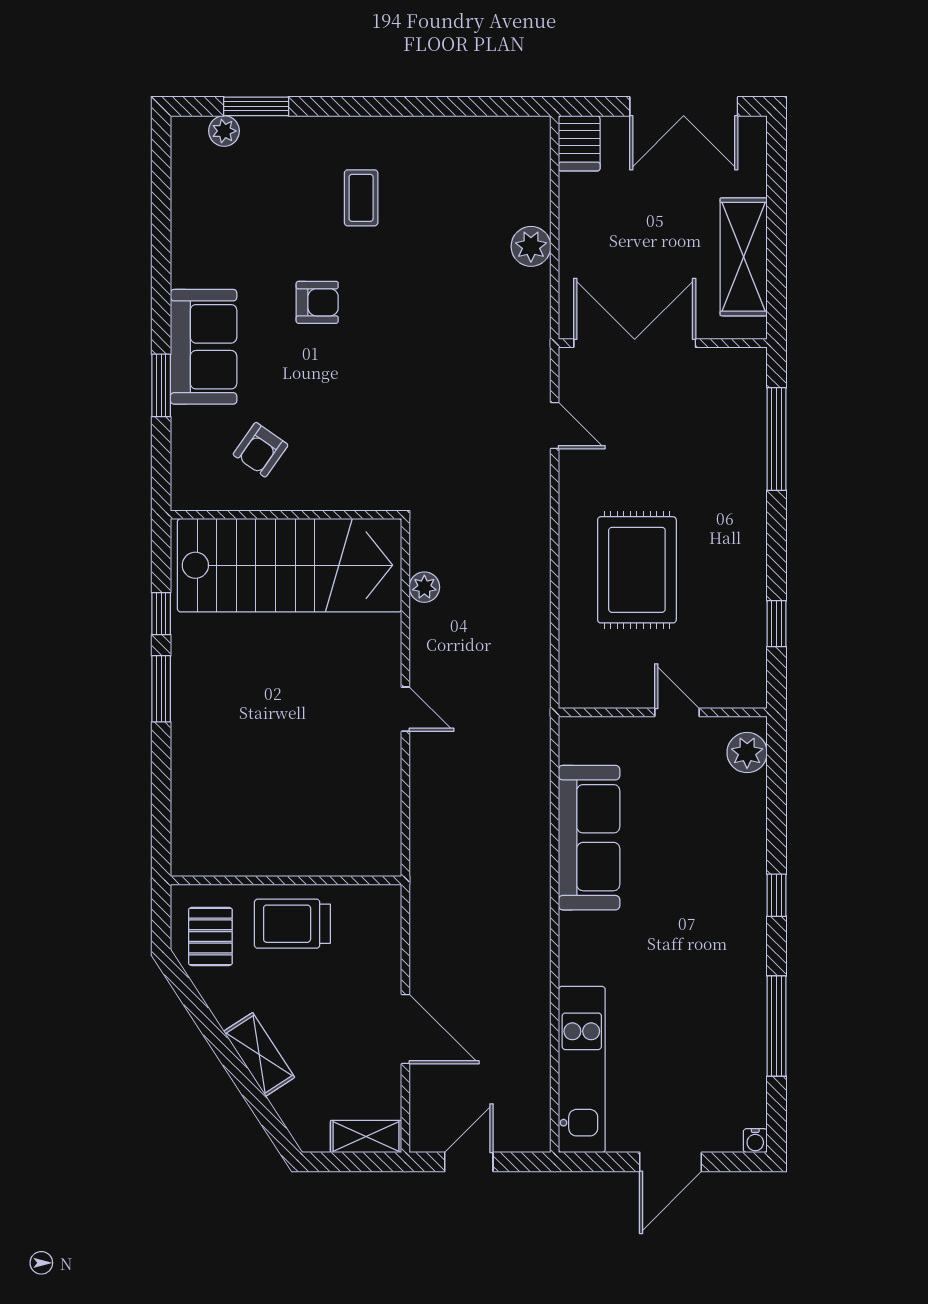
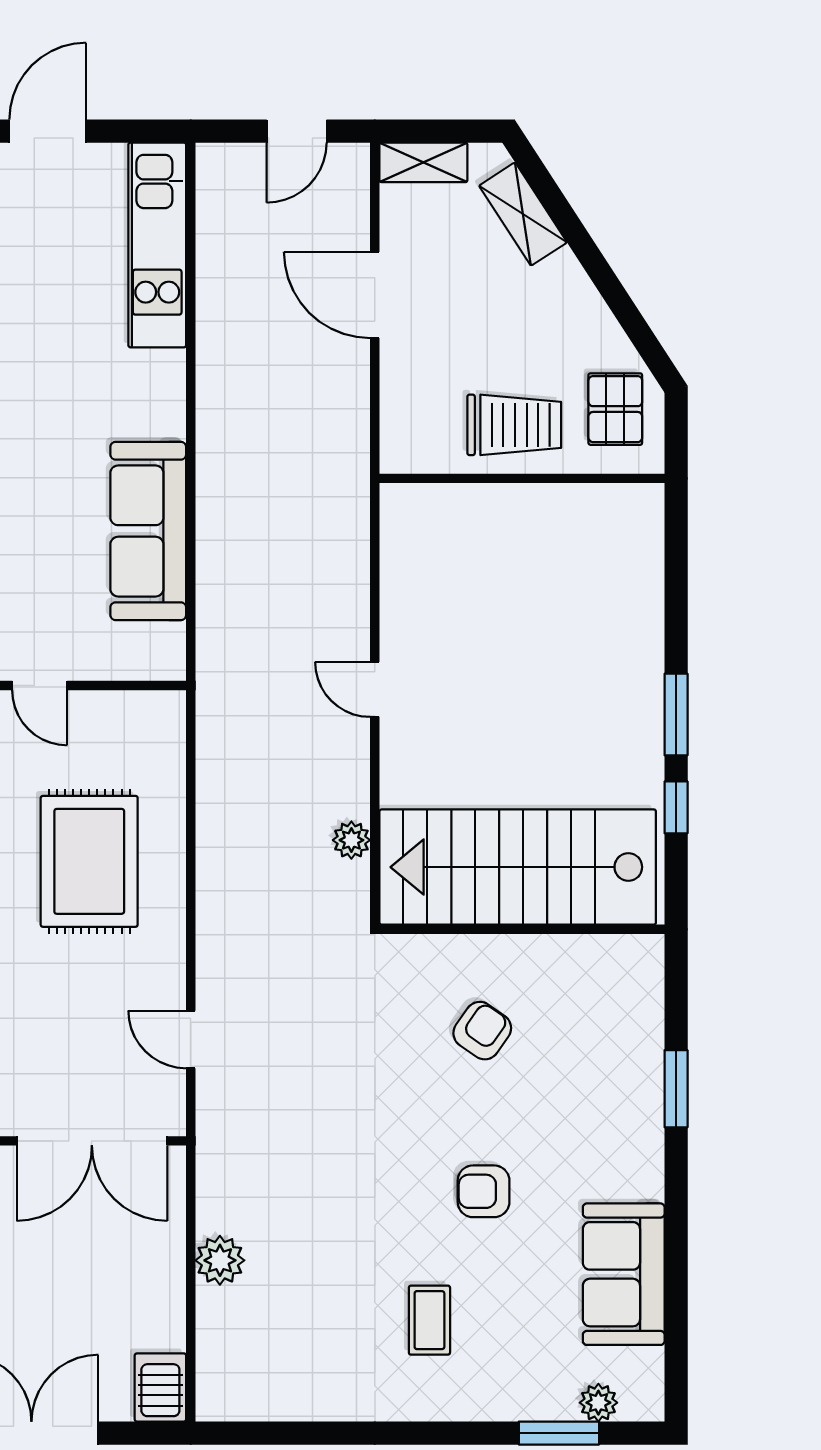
sofa: (204, 347) -> (624, 1274), moved
armchair: (260, 450) -> (482, 1031), moved
shelving: (259, 1054) -> (523, 214), moved

